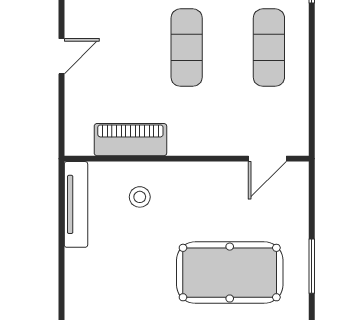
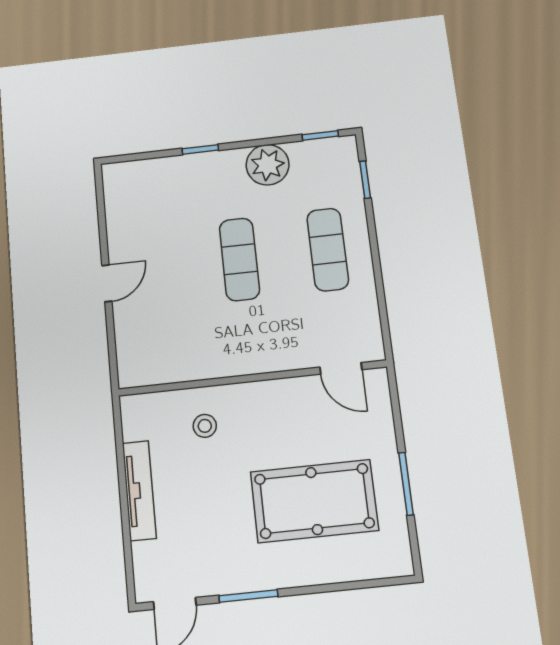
piano: (130, 140) -> (189, 364), removed
door: (267, 159) -> (341, 368), hinge flipped
tv unit: (76, 204) -> (139, 490), moved

